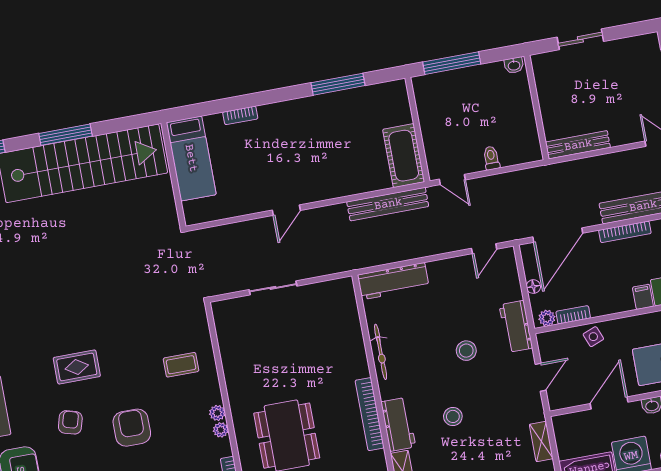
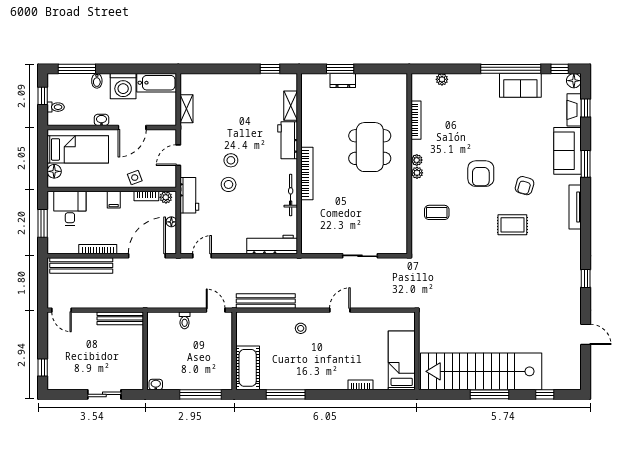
cot: (404, 156) -> (248, 368), moved
stool: (334, 176) -> (301, 328), added
filing cabinet: (643, 297) -> (114, 200), moved
bookcase: (370, 414) -> (307, 173), moved
stool: (453, 416) -> (231, 160), moved

